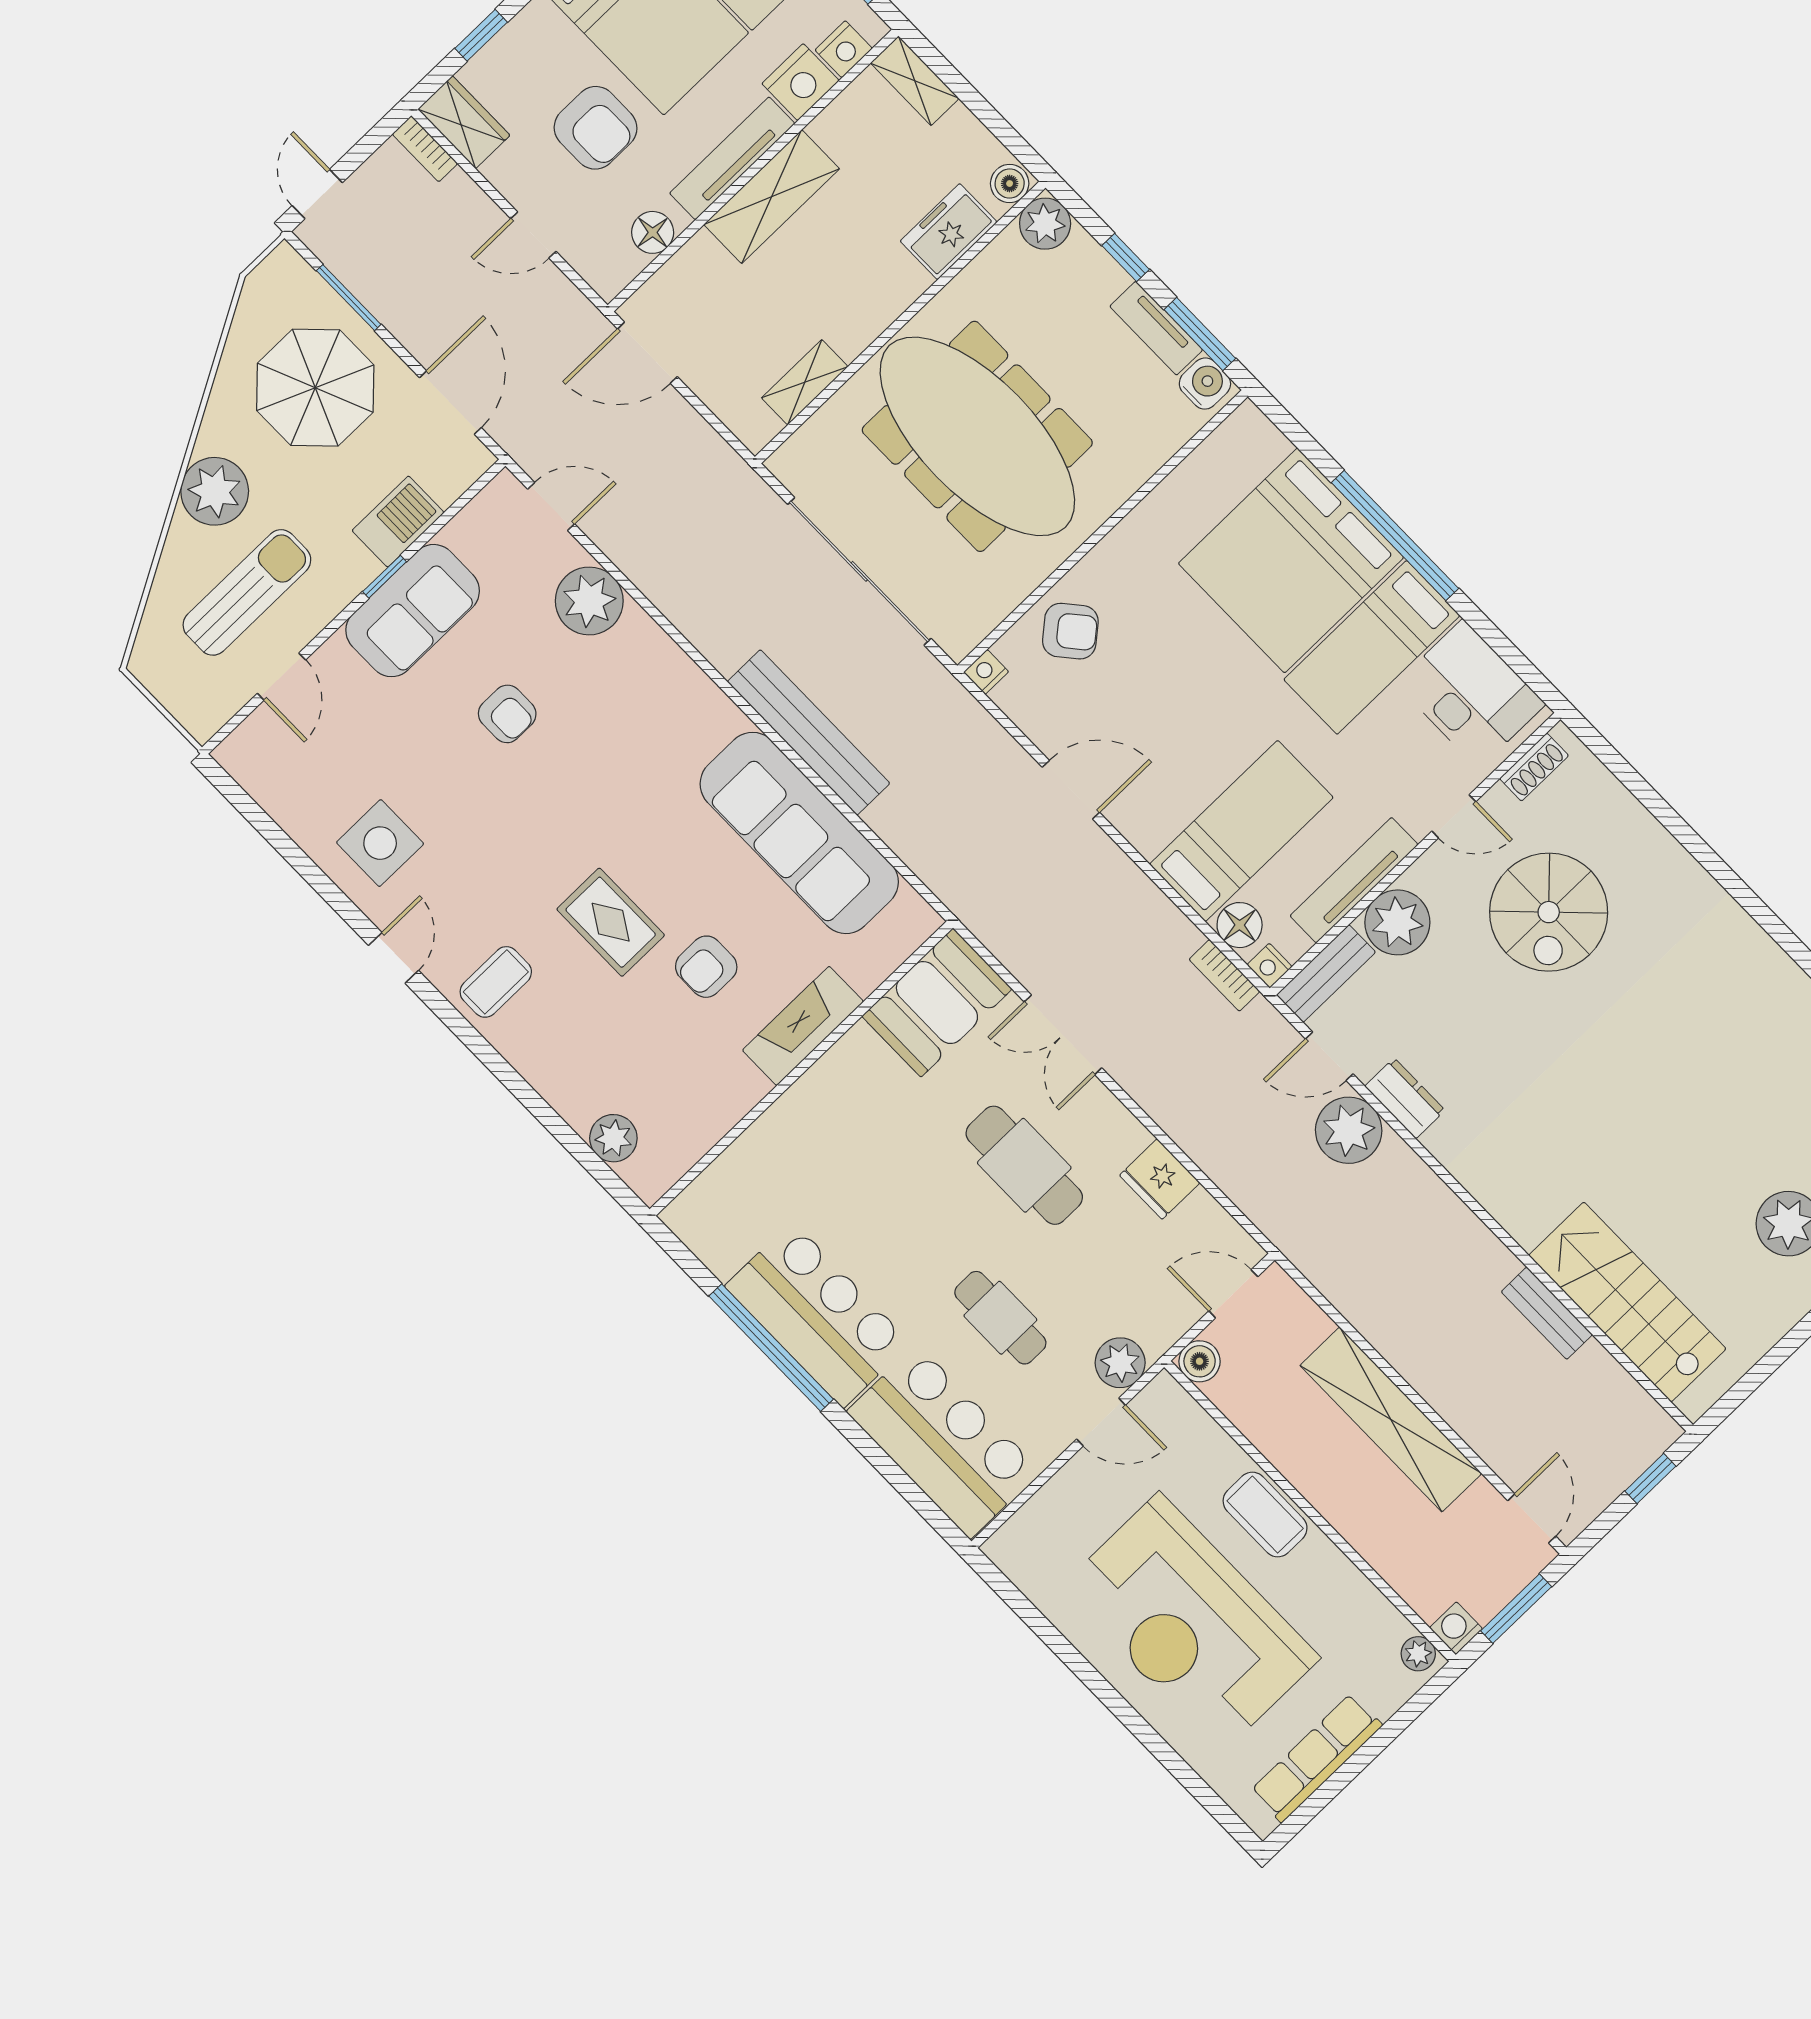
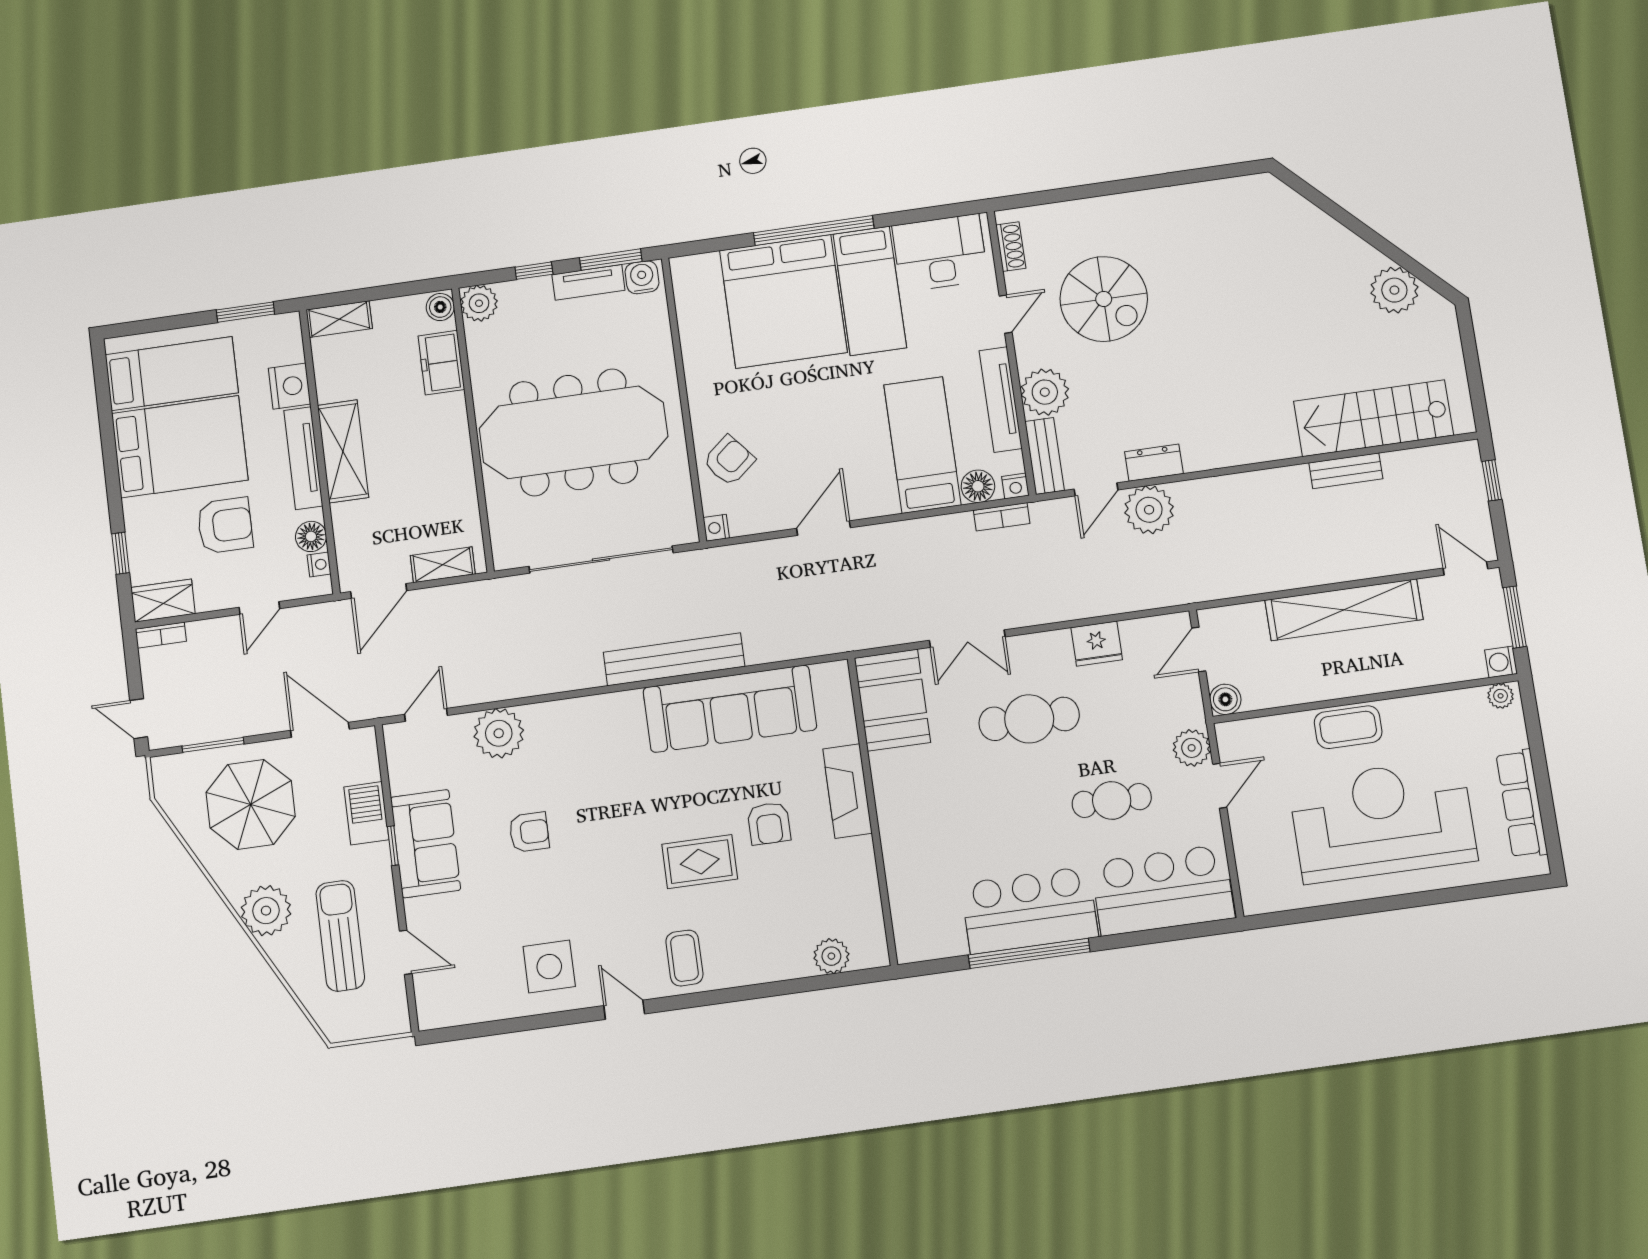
nightstand: (844, 49) -> (319, 565), moved, width x0.72, depth x0.74
shelving: (805, 382) -> (443, 565), moved, turned 90
reception desk: (1190, 1623) -> (1383, 821), turned 180

